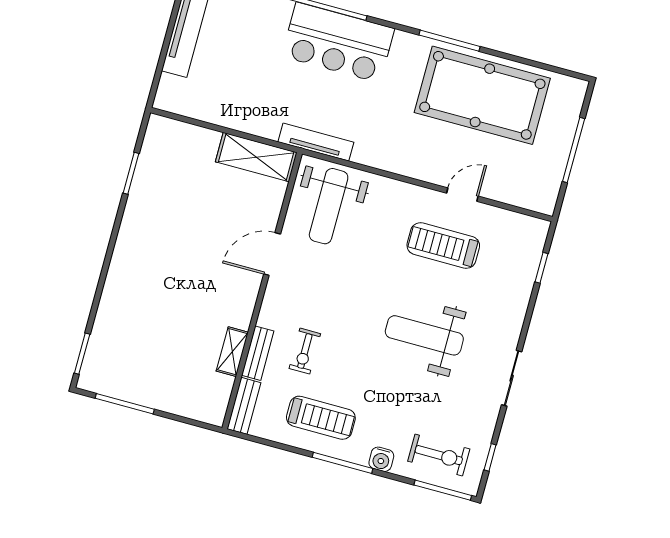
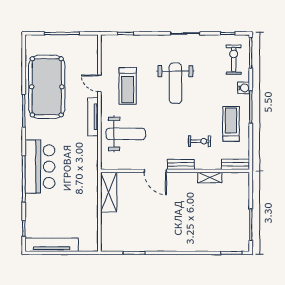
tv unit: (316, 142) -> (93, 117), moved
weight bench: (329, 206) -> (126, 134), moved
bench: (258, 353) -> (181, 165), moved

